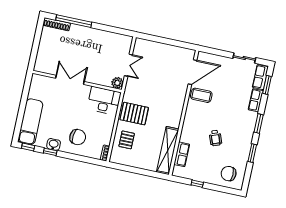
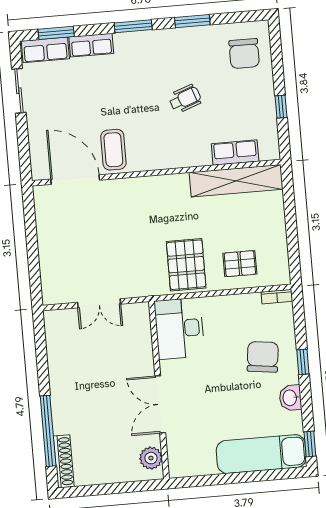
double door: (128, 65) -> (99, 303), swing flipped
plant: (117, 83) -> (151, 458), moved
window: (50, 152) -> (303, 362), moved

